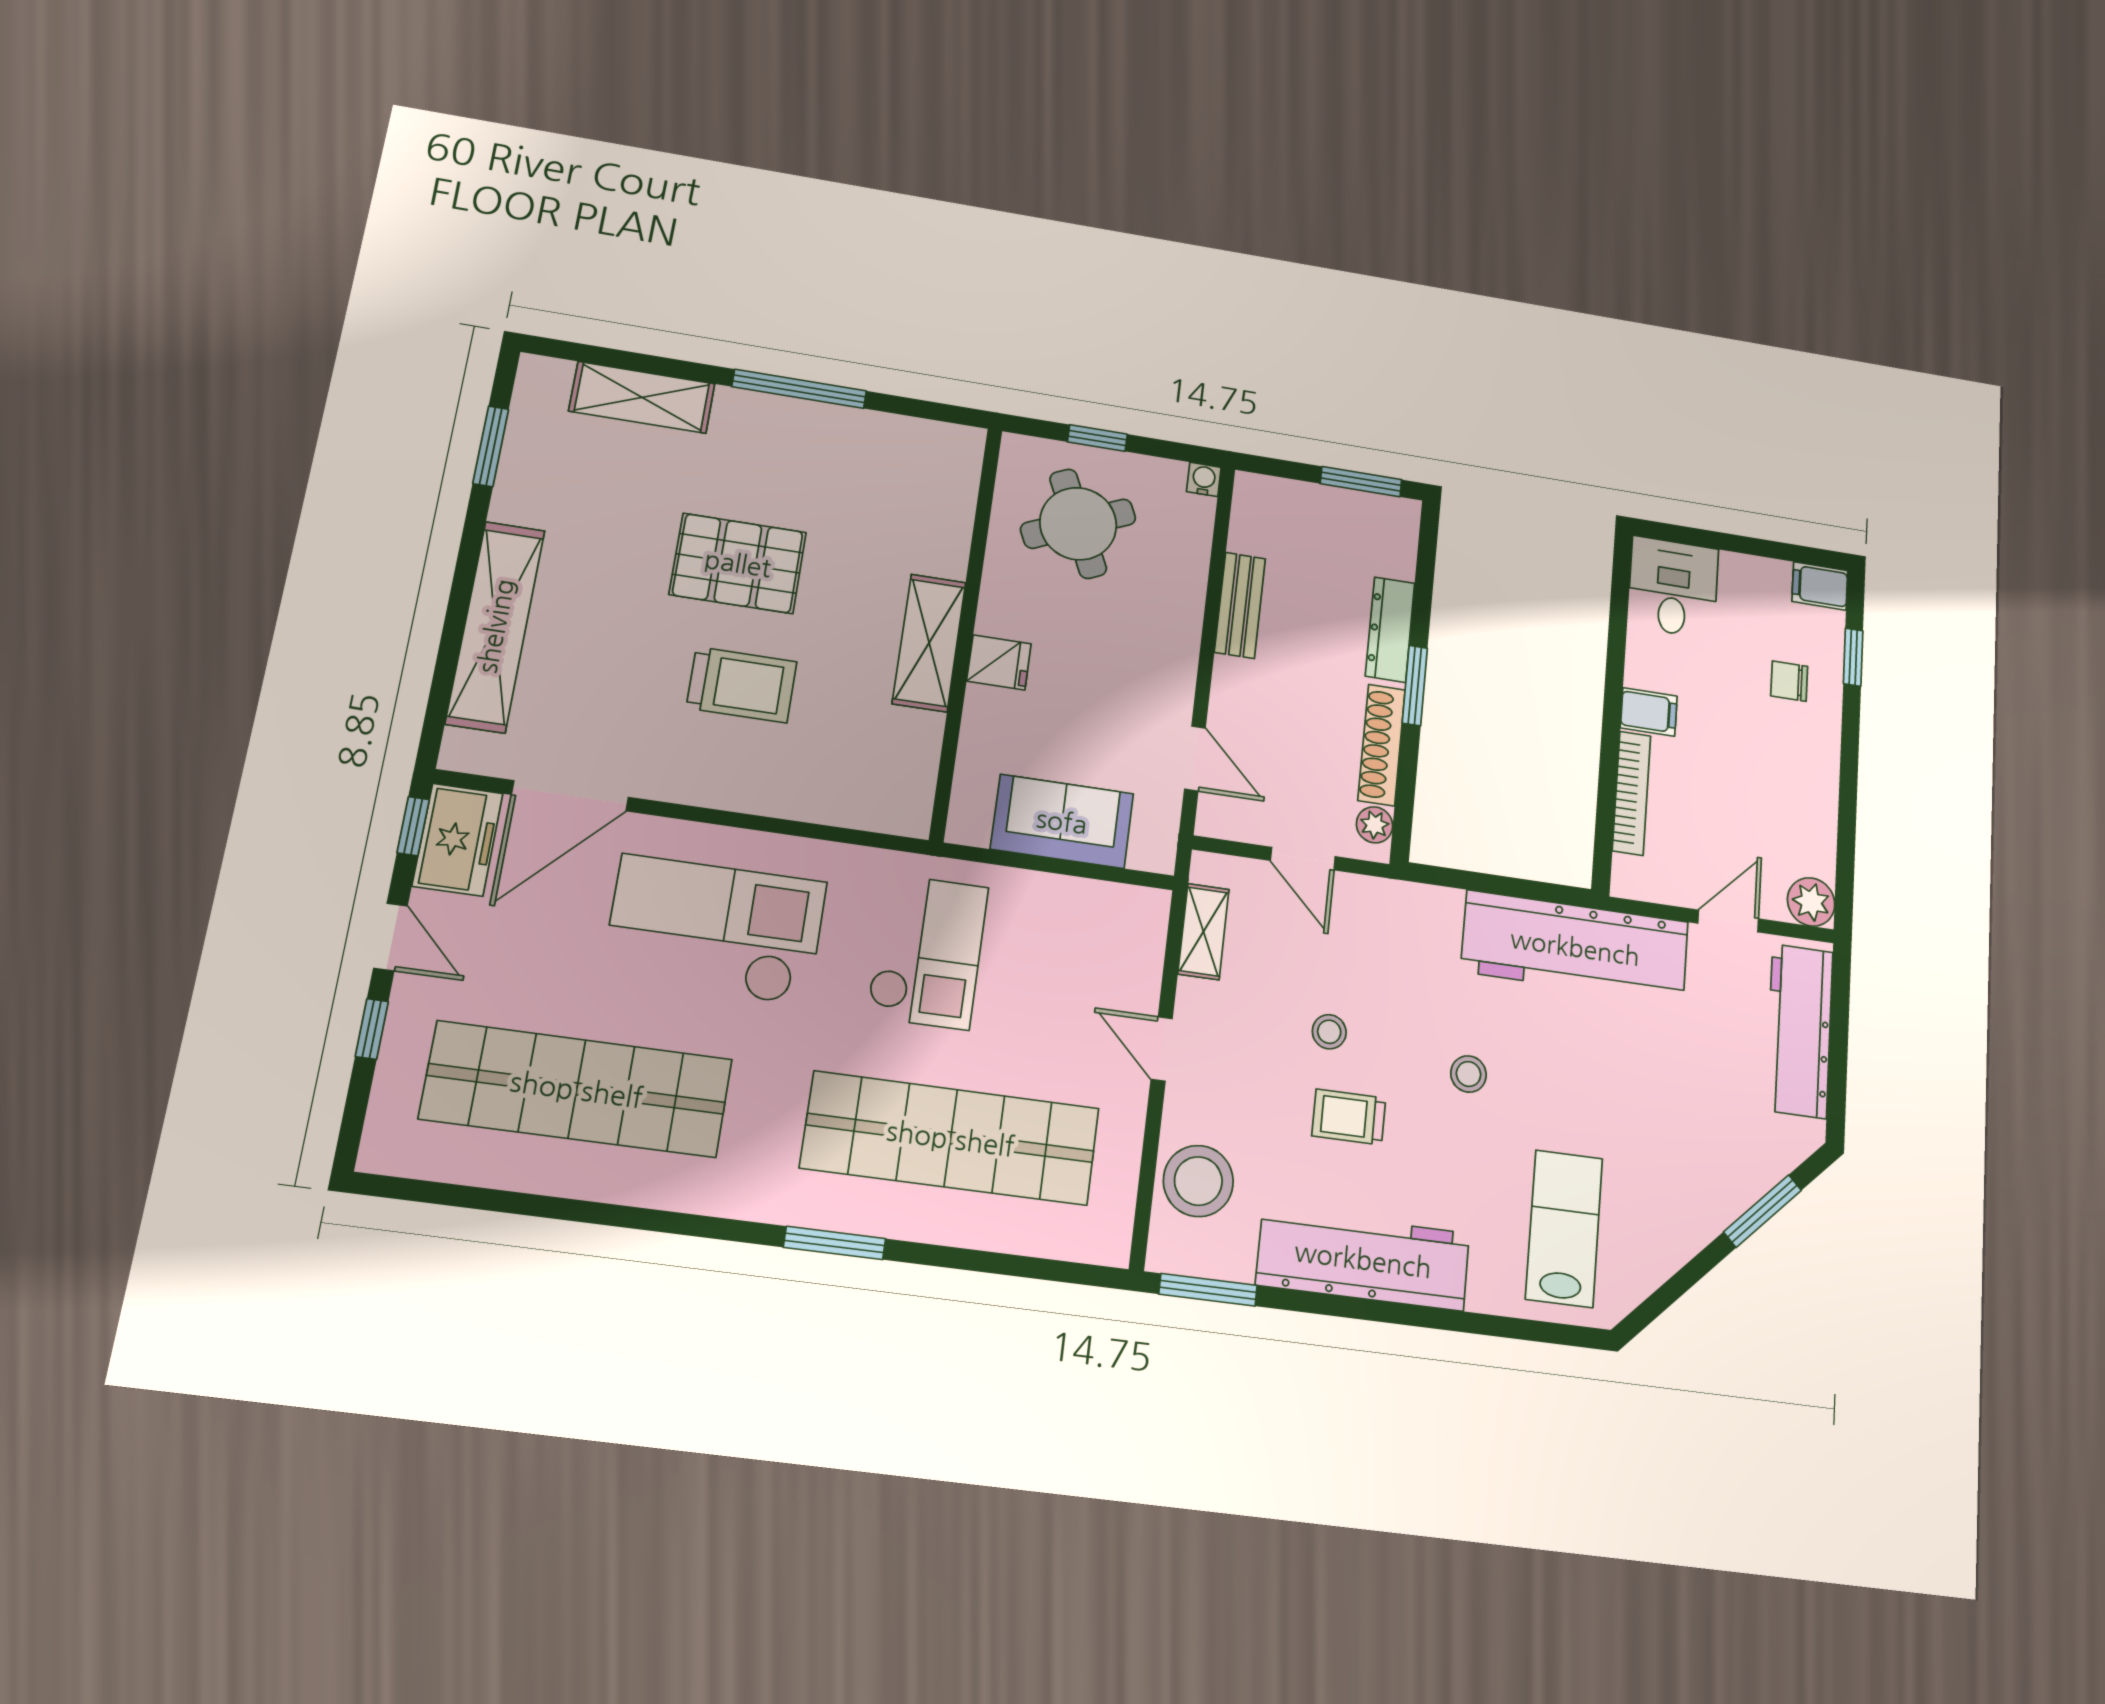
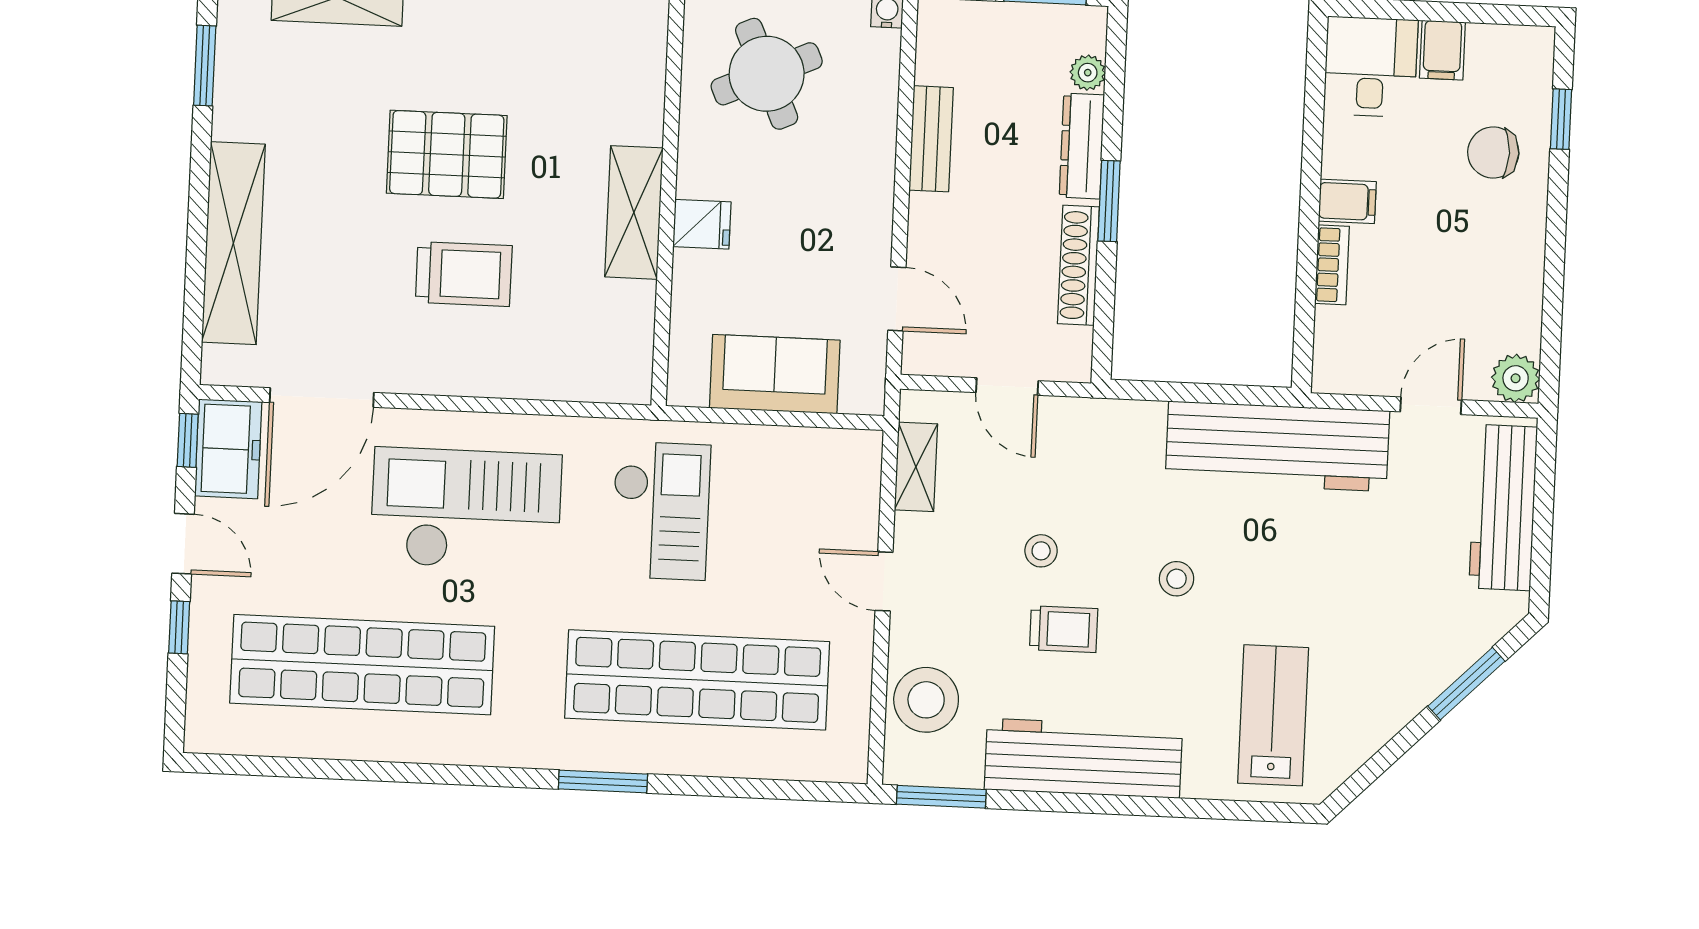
filing cabinet: (1820, 586) -> (1442, 50), moved, turned -90
chair: (1789, 681) -> (1493, 152), width x1.37, depth x1.37
bookcase: (1632, 793) -> (1332, 265), width x0.64
plant: (1375, 825) -> (1088, 73), moved
trolley: (1349, 1117) -> (1064, 629), turned 180

